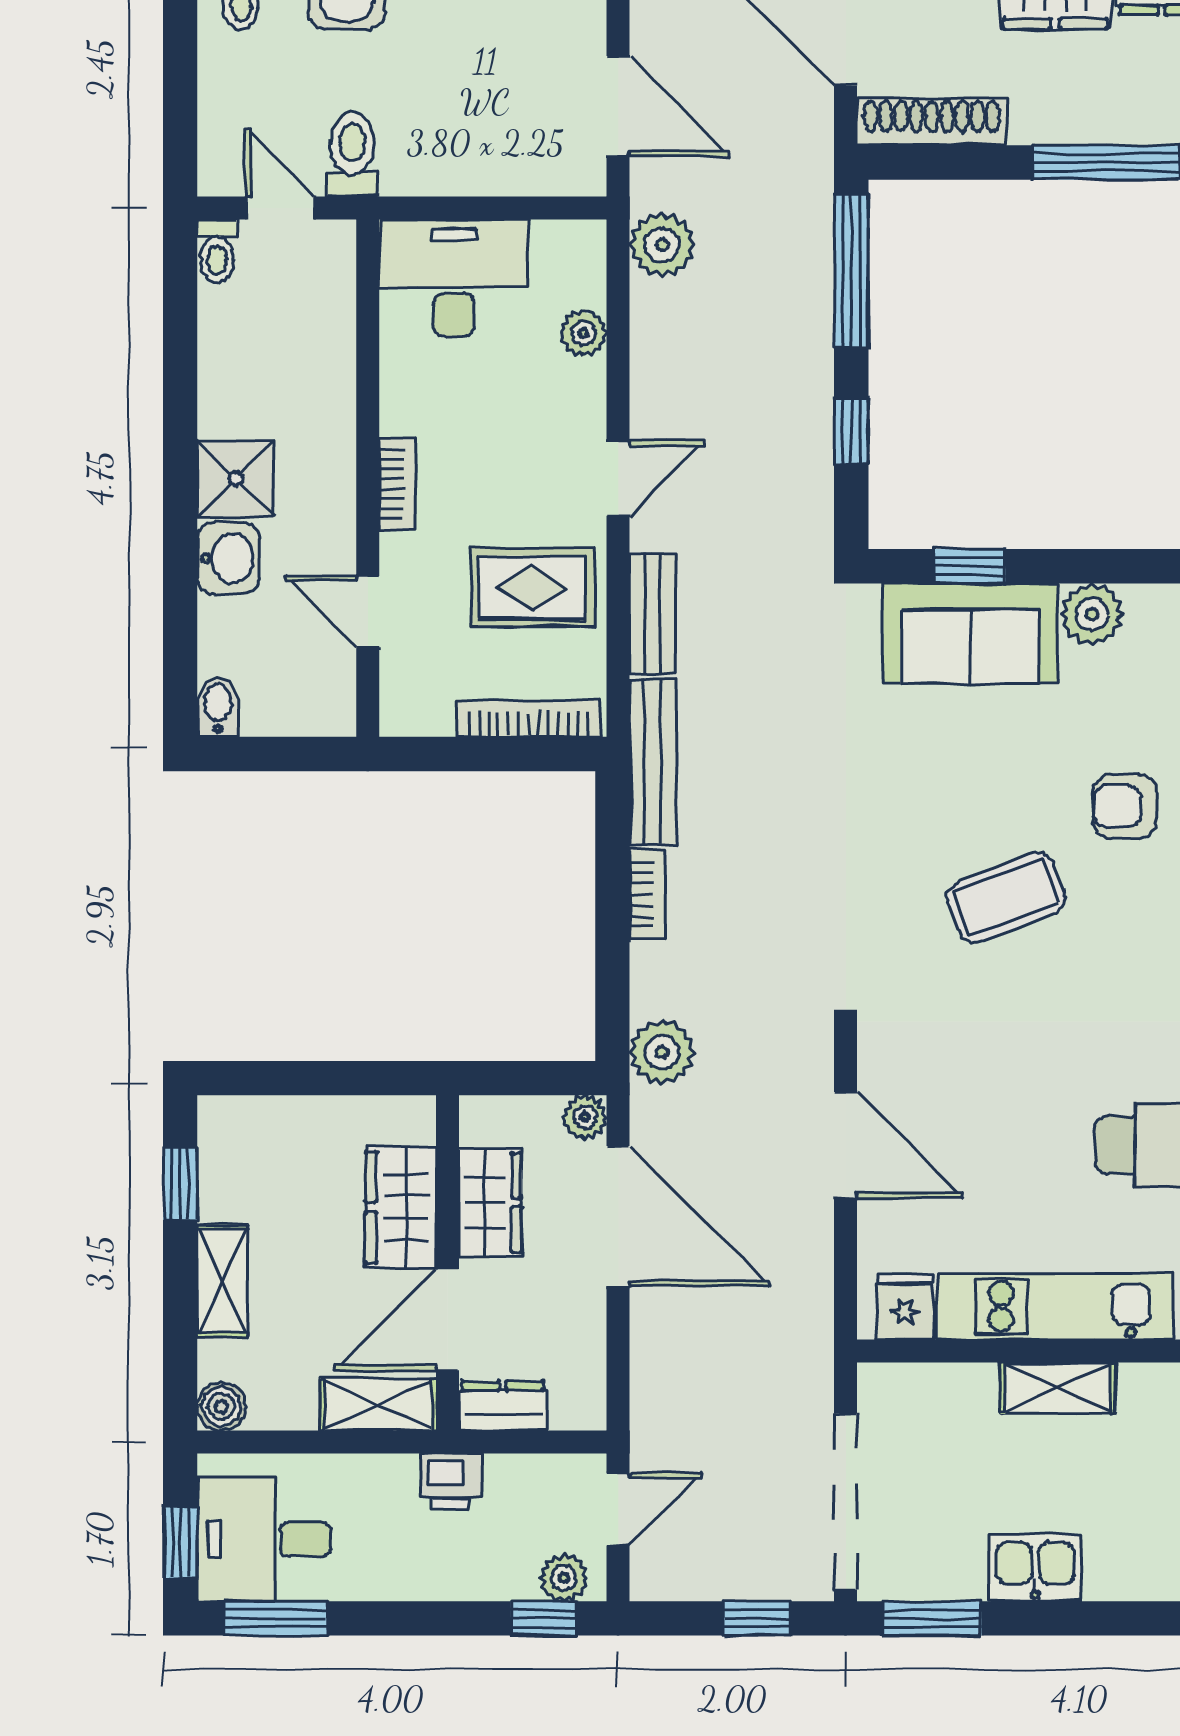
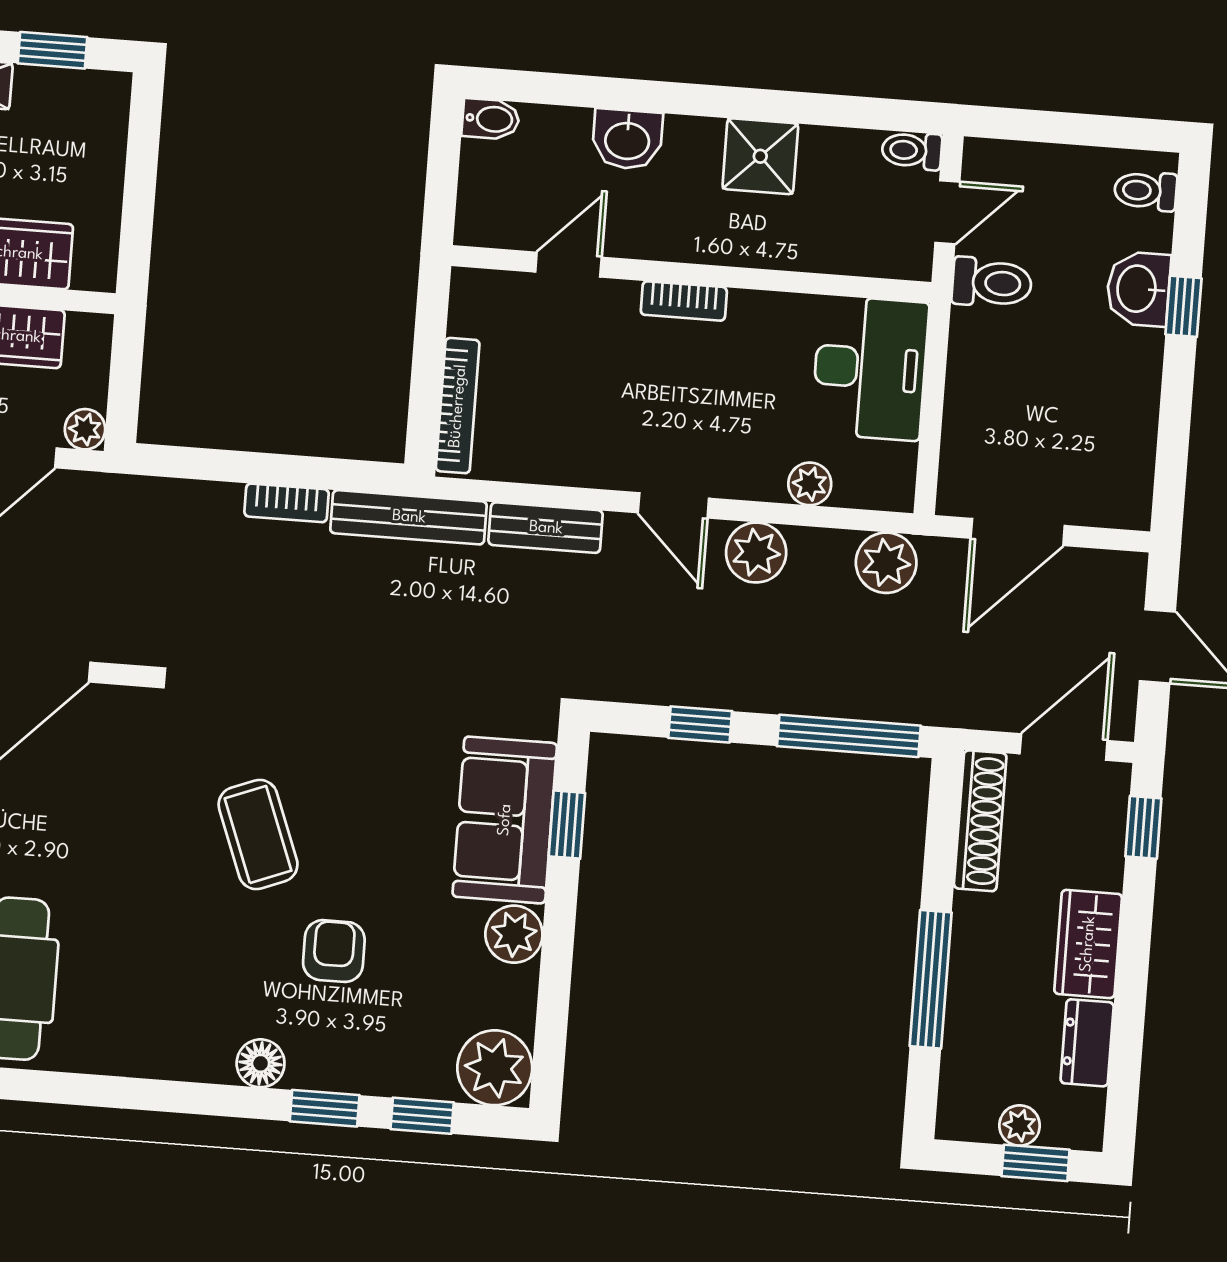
shower: (236, 479) -> (760, 156), moved
rug: (532, 587) -> (579, 418), removed
plant: (662, 1052) -> (756, 553), moved

